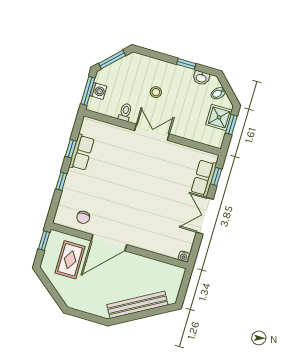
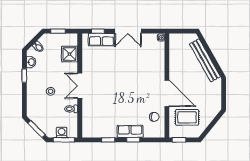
shower: (219, 117) -> (70, 54), moved
row of seats: (82, 152) -> (130, 131), moved

